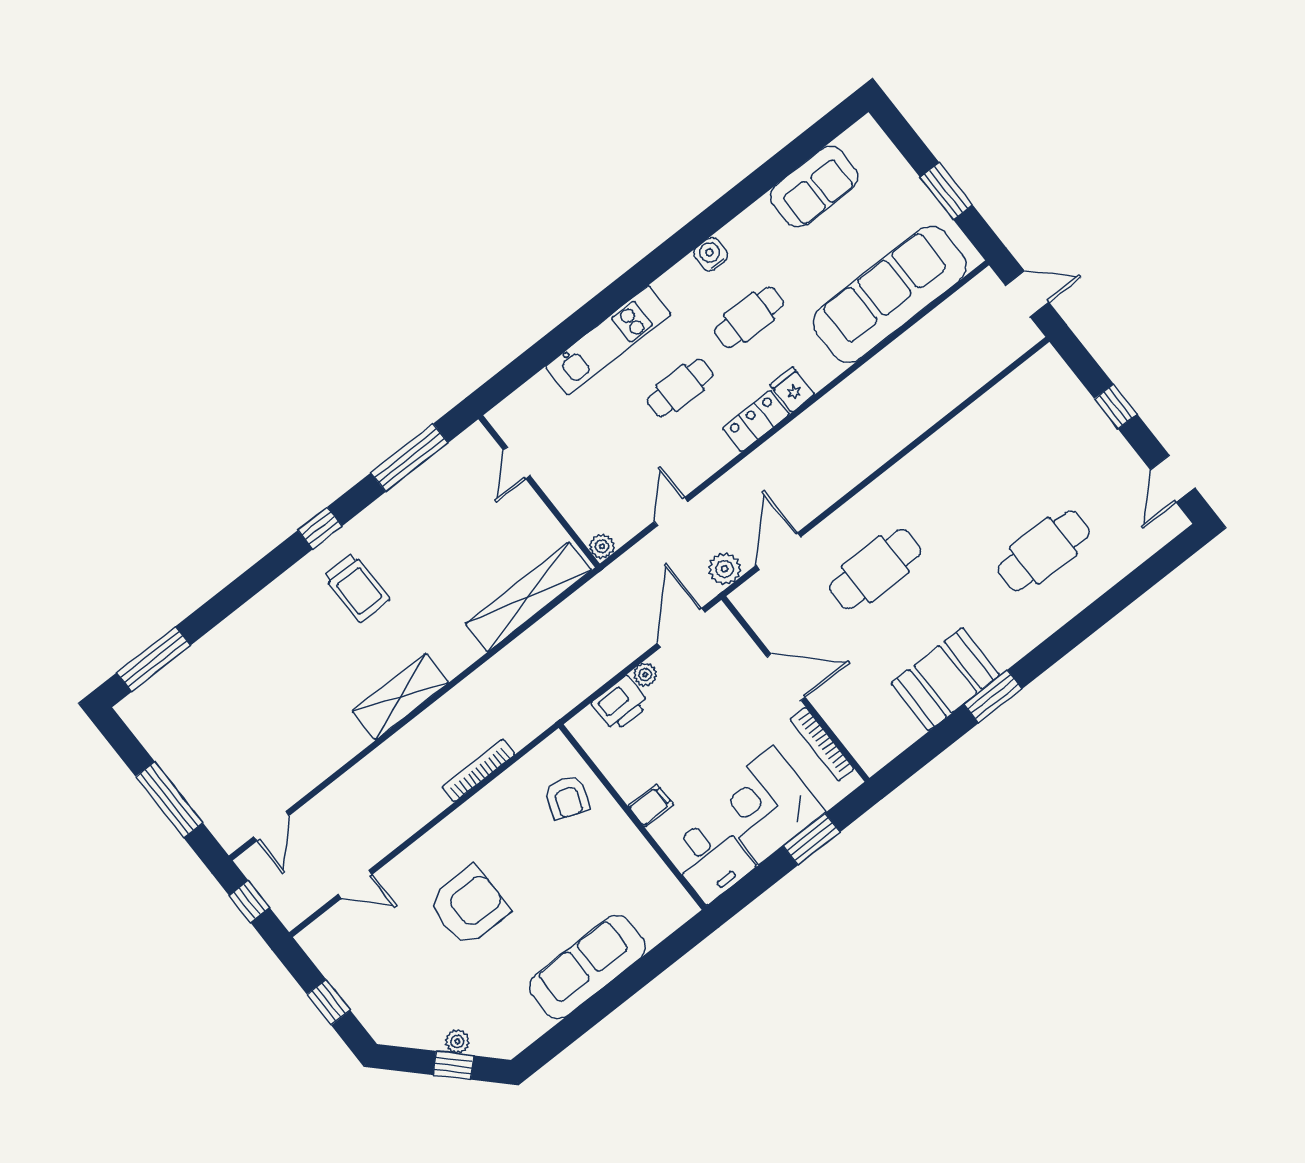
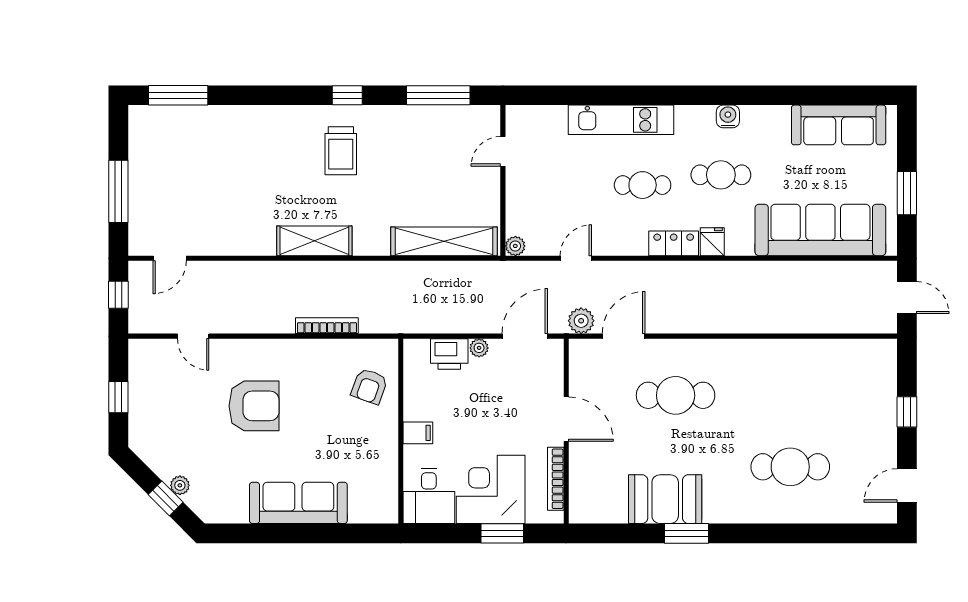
sofa: (814, 187) -> (839, 125), width x1.36

